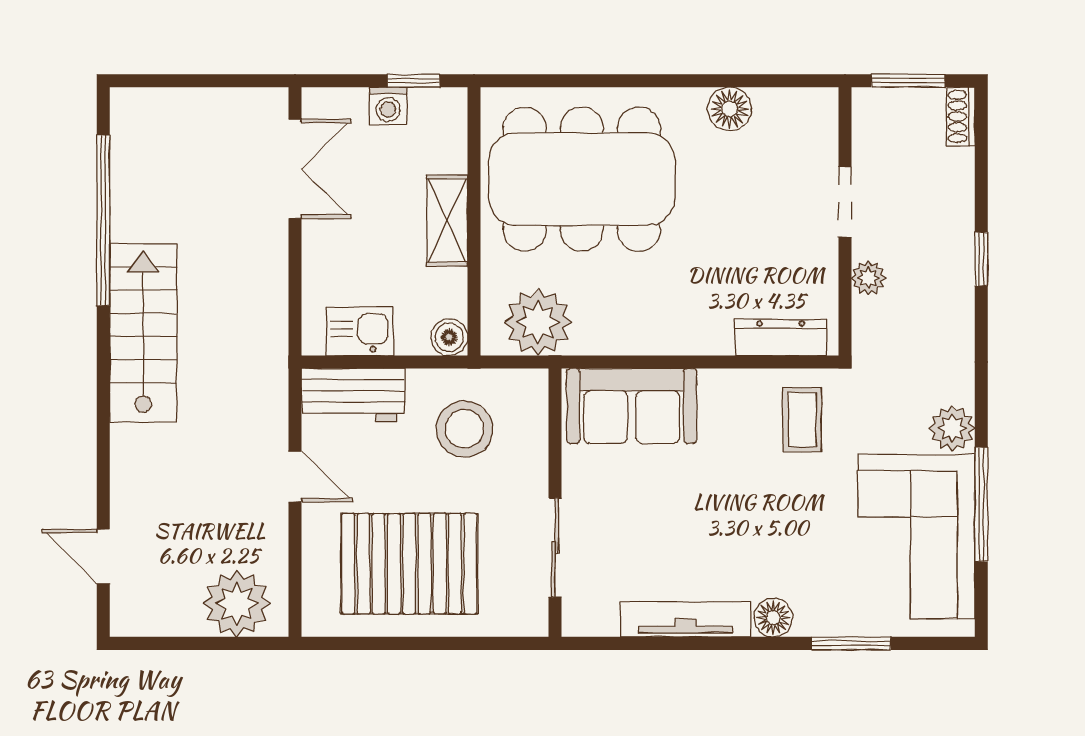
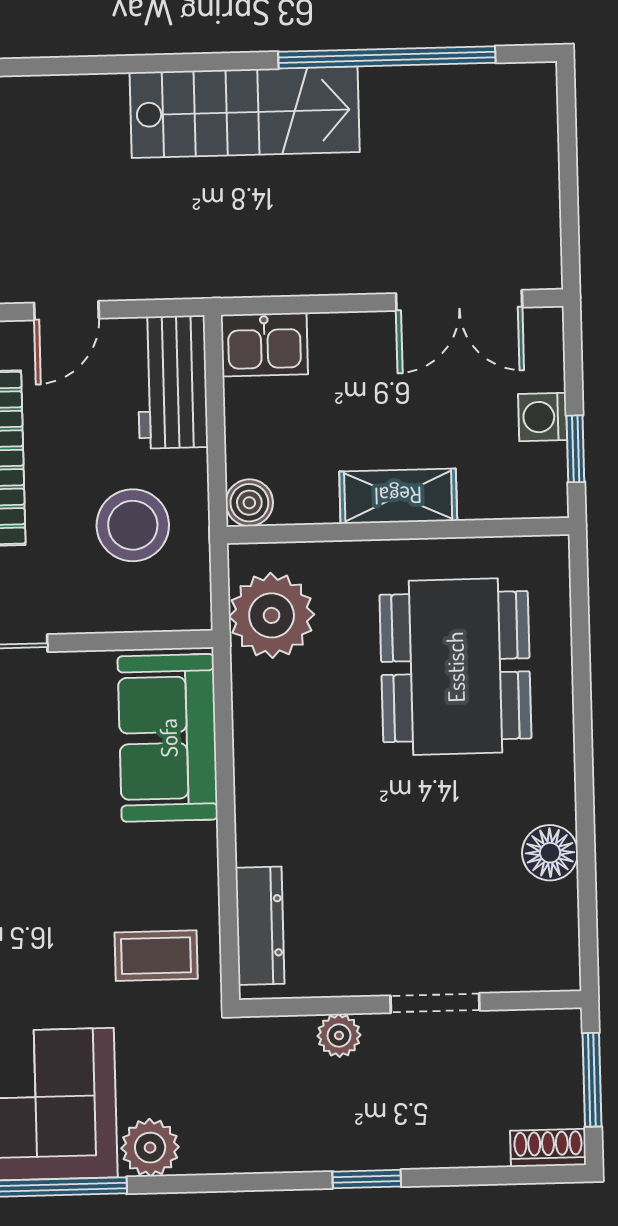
dining table: (582, 179) -> (455, 667), width x0.73, depth x0.80
kitchen sink: (360, 331) -> (264, 345), moved, turned 90

